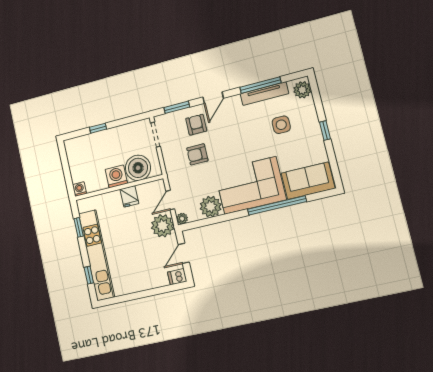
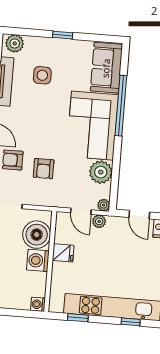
plant: (163, 226) -> (99, 221), width x0.53, depth x0.53

